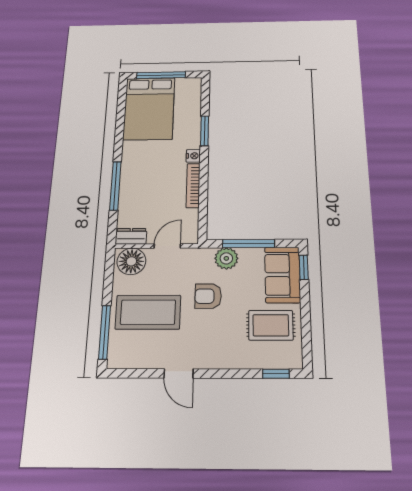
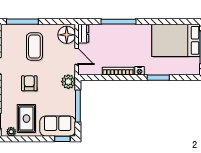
plant: (226, 258) -> (68, 82), moved
armchair: (208, 296) -> (29, 83), moved
coffee table: (148, 312) -> (34, 47), width x0.73, depth x0.76
plant: (294, 351) -> (11, 132), added

